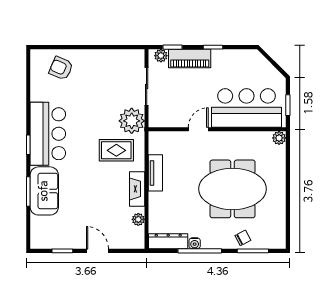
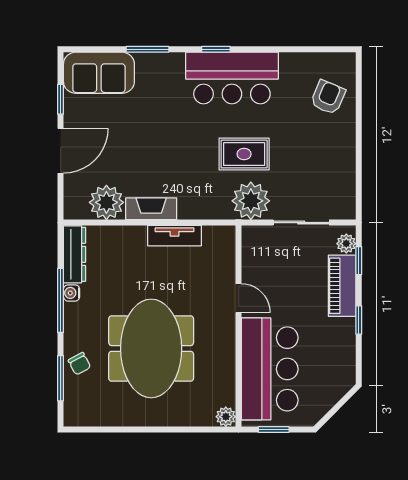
rug: (116, 150) -> (244, 154), moved, turned 90
sofa: (44, 191) -> (99, 73), moved
plant: (138, 219) -> (106, 202), width x1.88, depth x1.88
door: (97, 251) -> (61, 151), width x1.38

